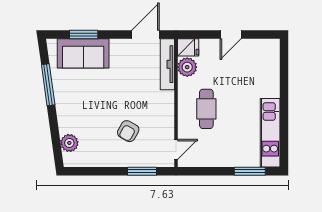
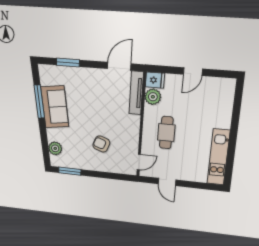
sofa: (83, 53) -> (55, 107), moved, turned -98
armchair: (128, 131) -> (101, 144), turned 81
window: (142, 171) -> (70, 171), moved
door: (212, 171) -> (167, 182), added
window: (250, 171) -> (198, 185), removed

